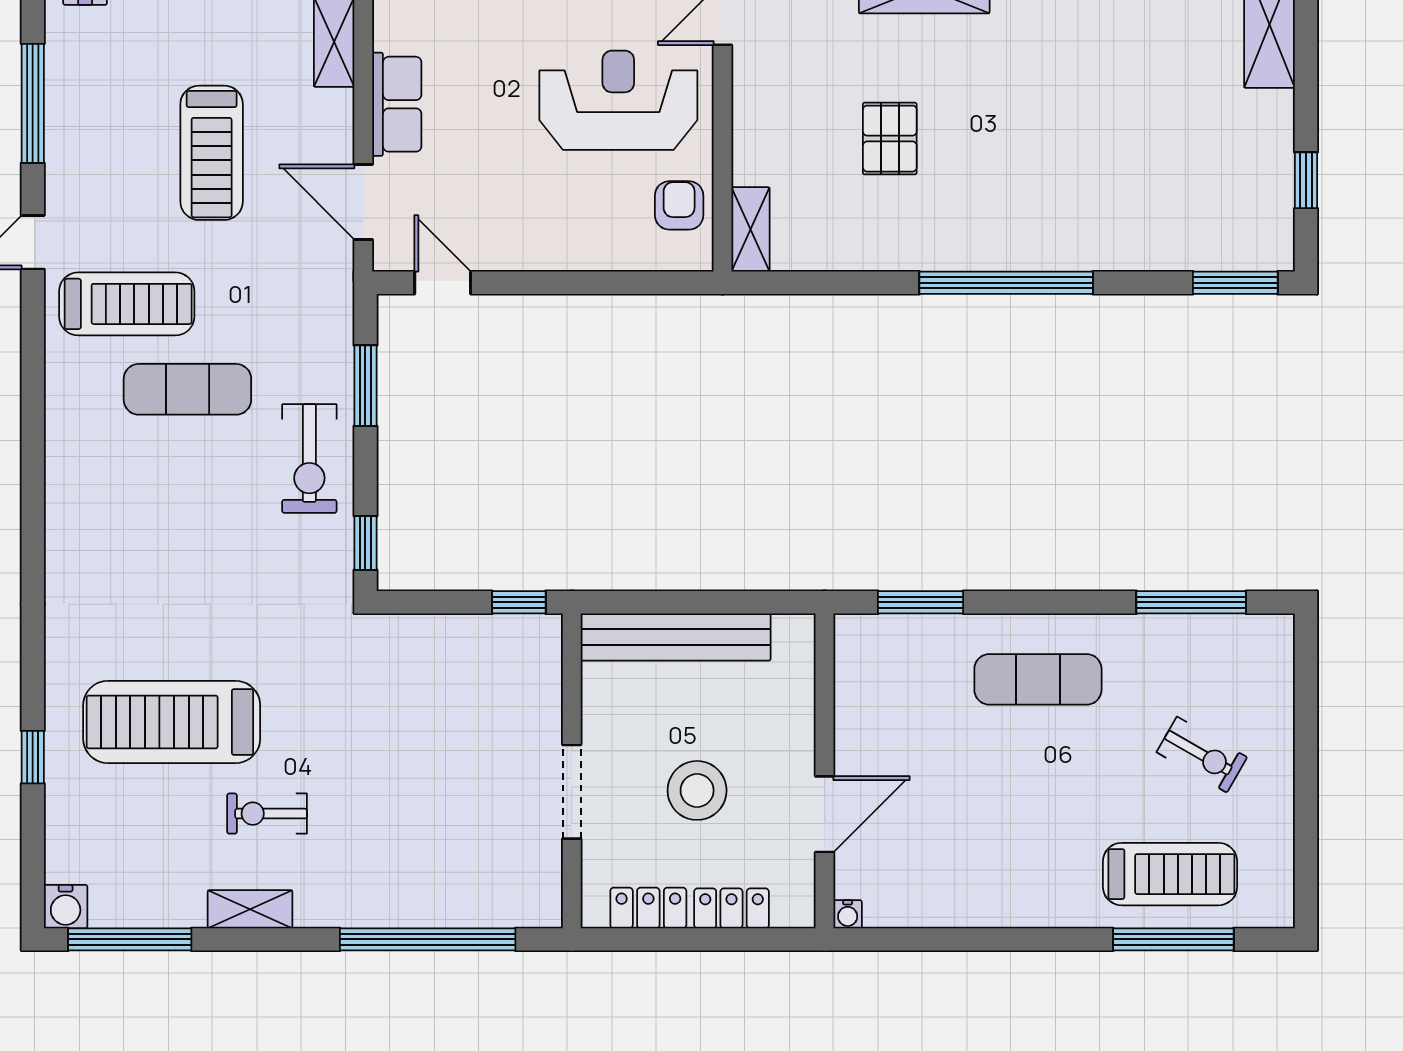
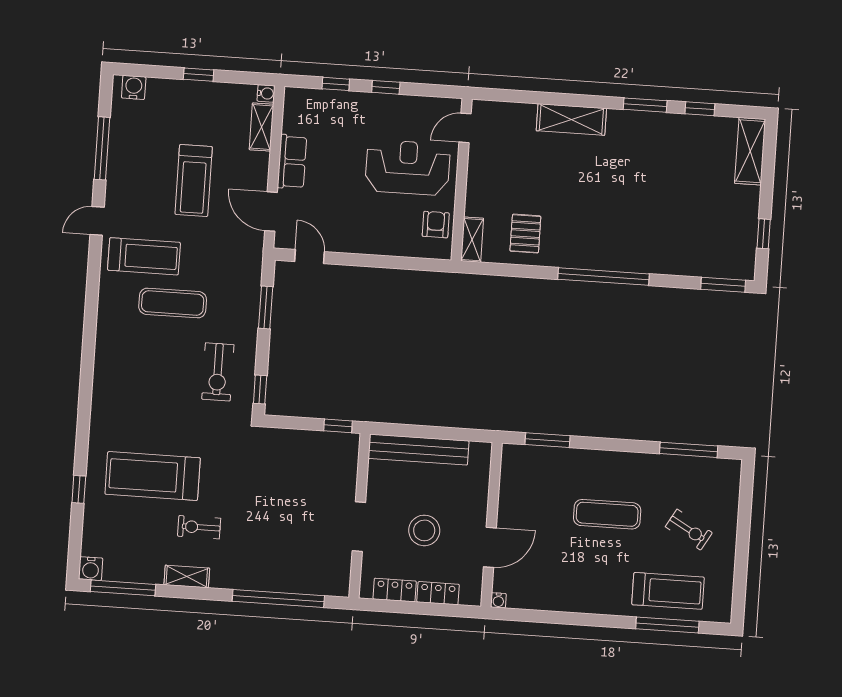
pallet: (890, 139) -> (525, 234), moved
exercise bike: (309, 458) -> (218, 372), moved
exercise mat: (1038, 679) -> (607, 514), moved

